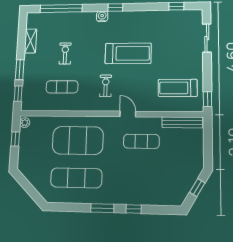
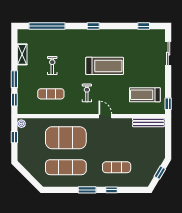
water cooler: (102, 16) -> (82, 34), removed
exercise mat: (141, 141) -> (117, 167), moved

